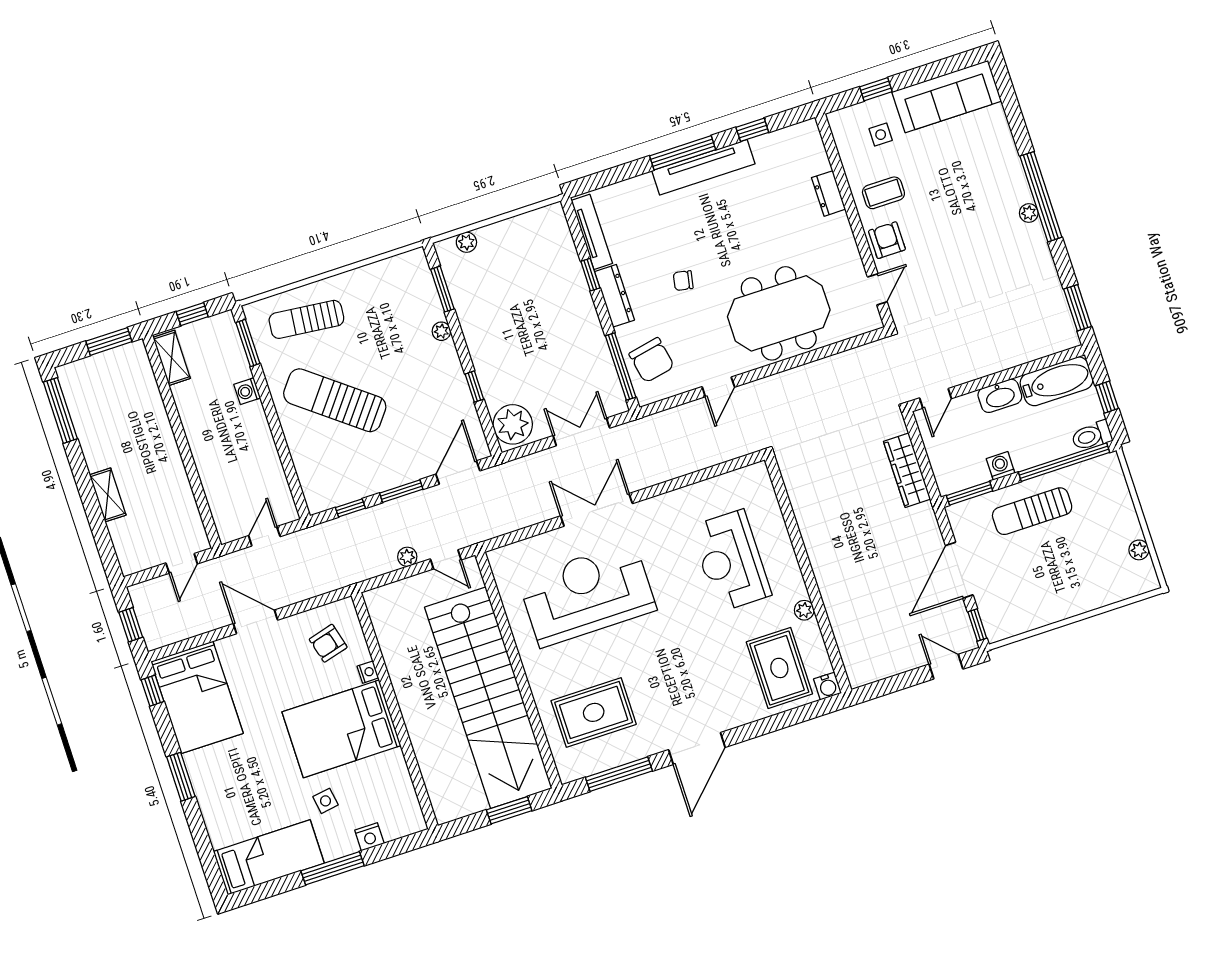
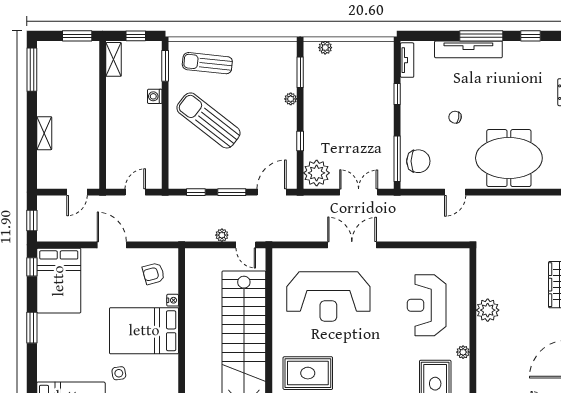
tv unit: (703, 167) -> (468, 49), moved
tv unit: (592, 232) -> (407, 60), width x0.71
dresser: (615, 296) -> (408, 113), removed
chair: (652, 360) -> (418, 161), turned -79
plant: (820, 539) -> (488, 310), added
reception desk: (587, 594) -> (328, 297), turned 180

